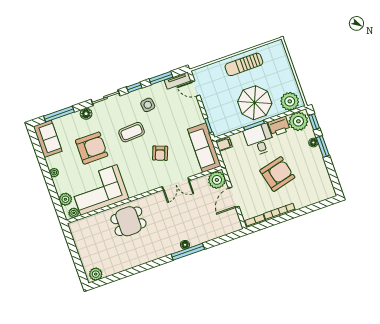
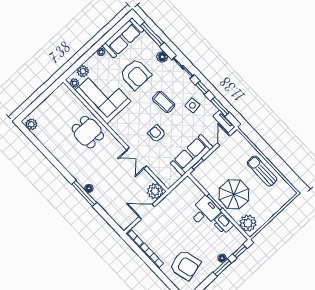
plant: (298, 121) -> (234, 238), removed
sofa: (48, 139) -> (123, 38), width x1.36
filing cabinet: (224, 144) -> (188, 184), removed
sofa: (204, 148) -> (192, 155), moved
armchair: (160, 153) -> (157, 134), turned 69
armchair: (277, 174) -> (185, 265), moved

